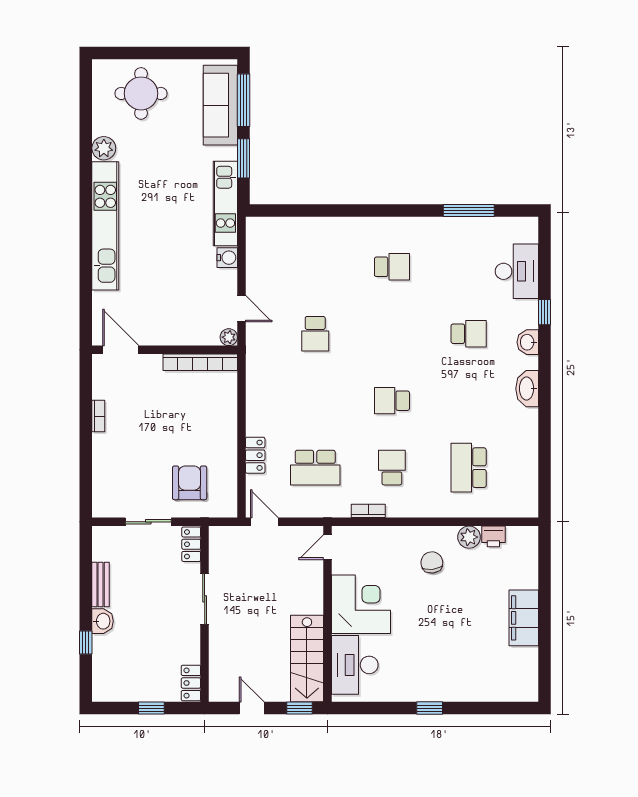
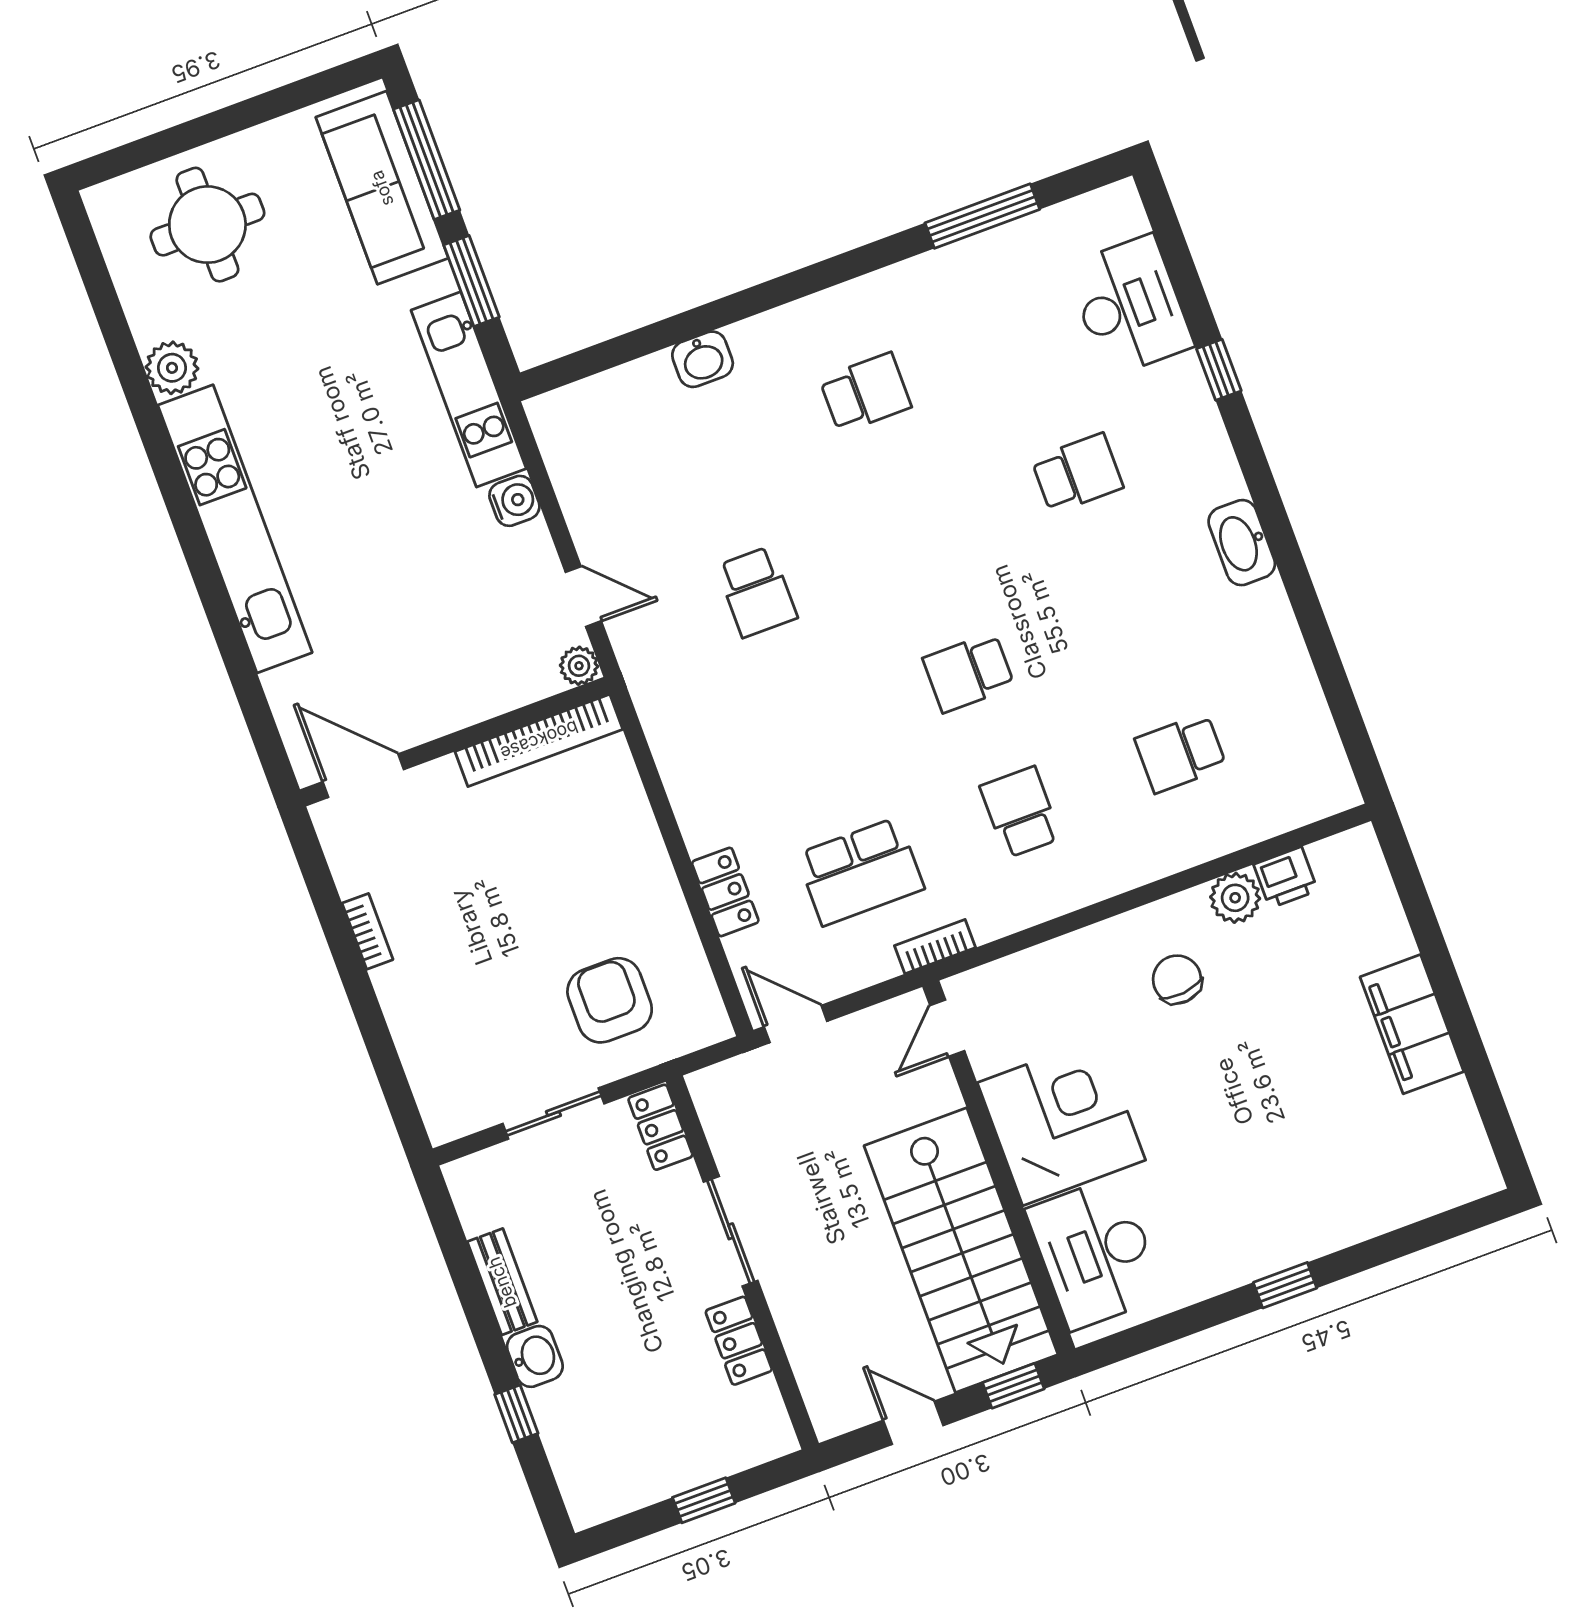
washbasin: (528, 342) -> (703, 359), moved, turned -90
school desk: (469, 468) -> (1181, 753), width x0.54
bookcase: (368, 511) -> (935, 947), moved
stairs: (307, 659) -> (961, 1250), width x1.36, depth x1.51
locker: (191, 683) -> (739, 1341), moved

